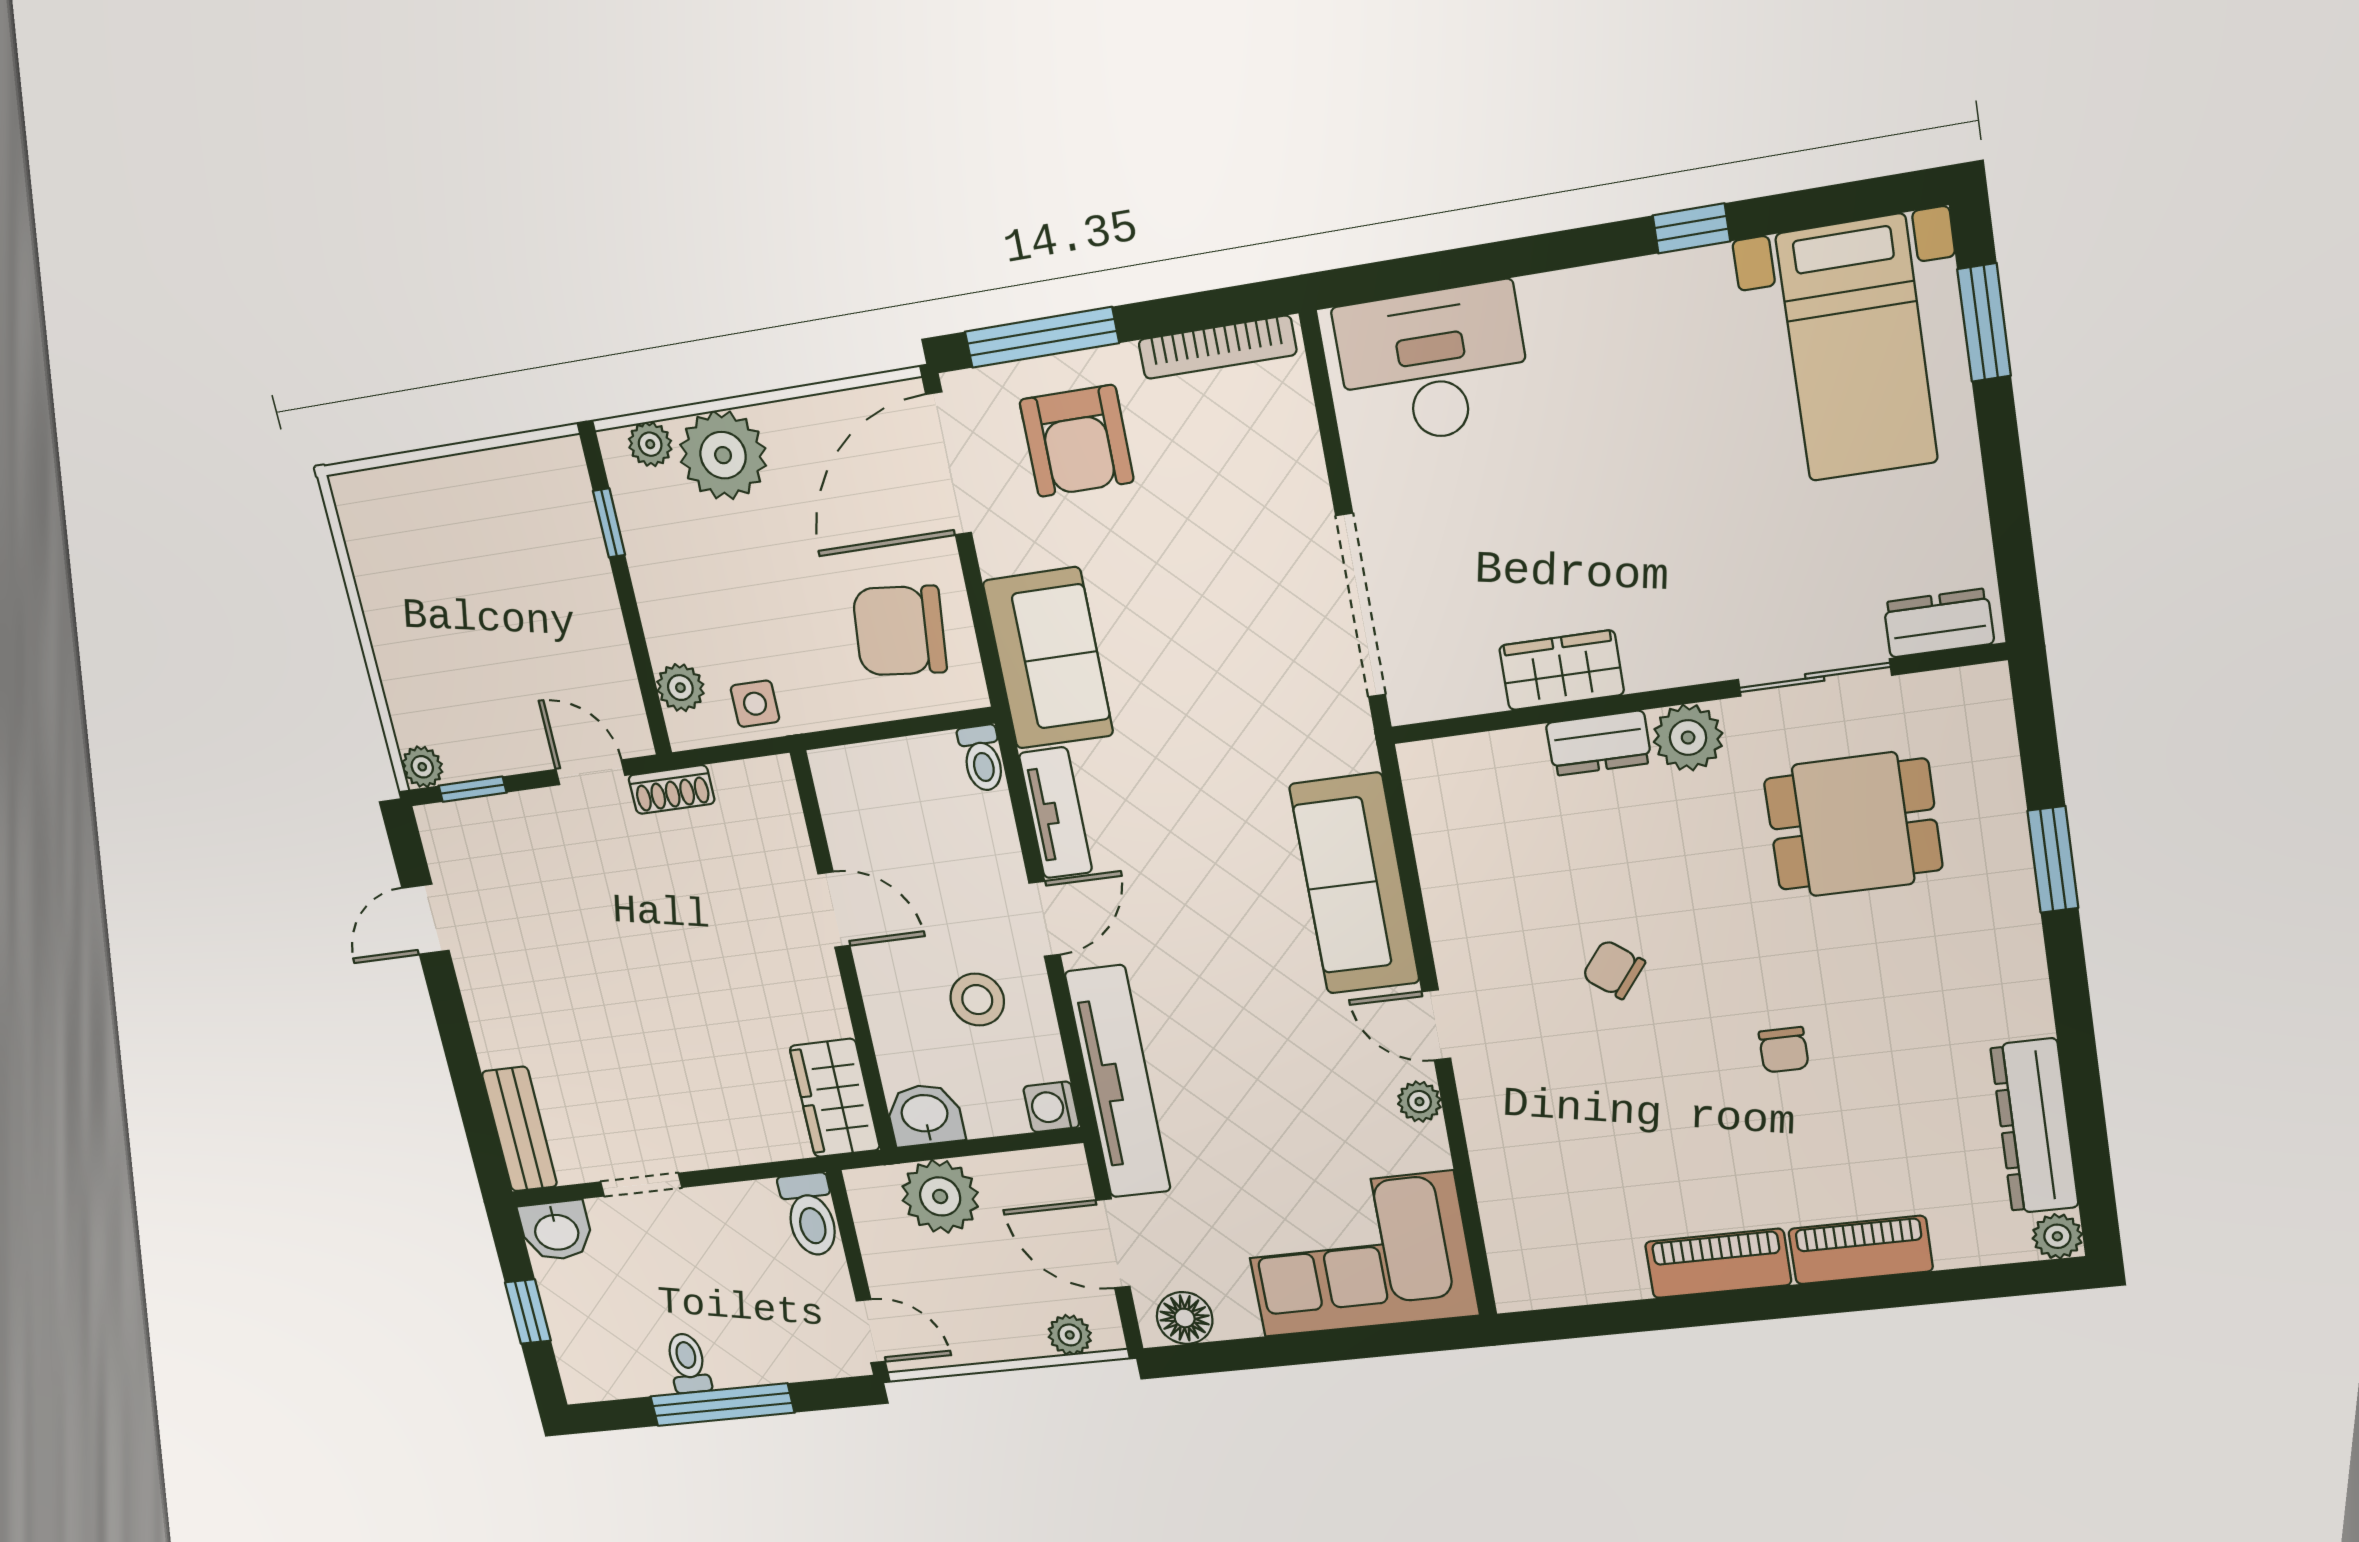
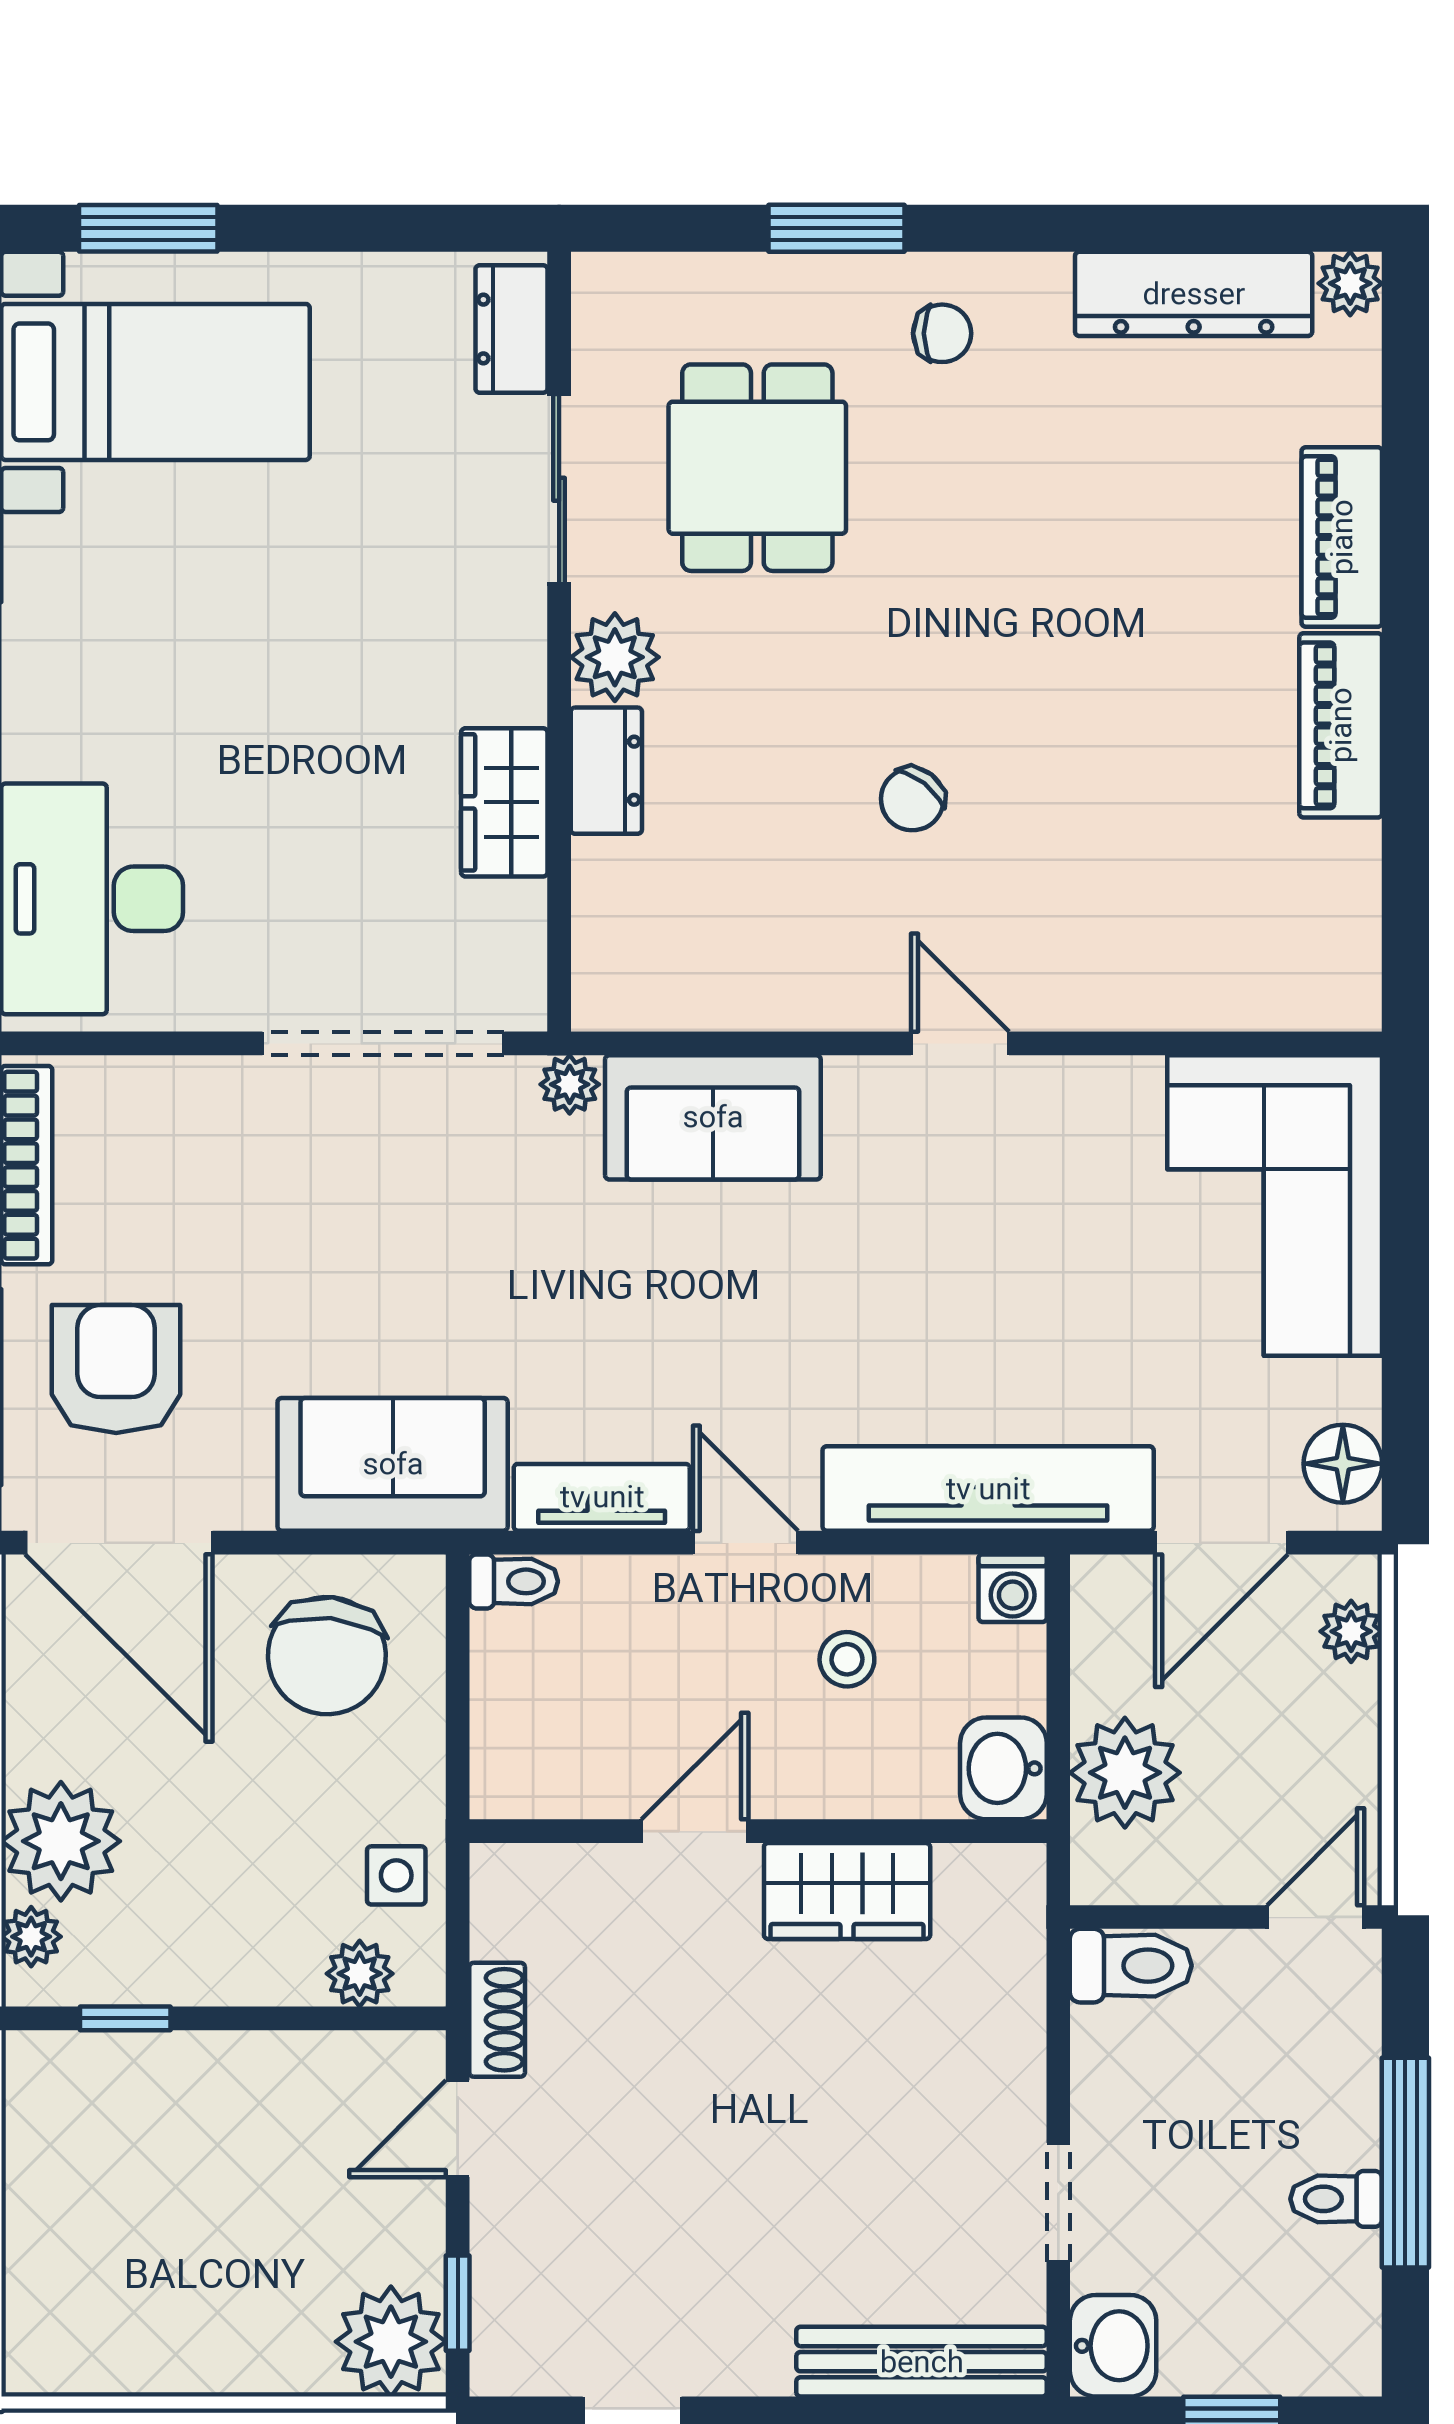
armchair: (1077, 441) -> (116, 1369), turned -90
plant: (422, 767) -> (391, 2342), width x1.88, depth x1.88
sofa: (1354, 884) -> (713, 1117), width x0.73
stool: (977, 1000) -> (847, 1659), width x0.73, depth x0.73
door: (1436, 1025) -> (960, 1043), swing flipped
chair: (1784, 1050) -> (942, 333), moved
wardrobe: (835, 1098) -> (847, 1891), moved
plant: (1419, 1102) -> (570, 1084), moved
bench: (520, 1129) -> (922, 2362), width x1.36

